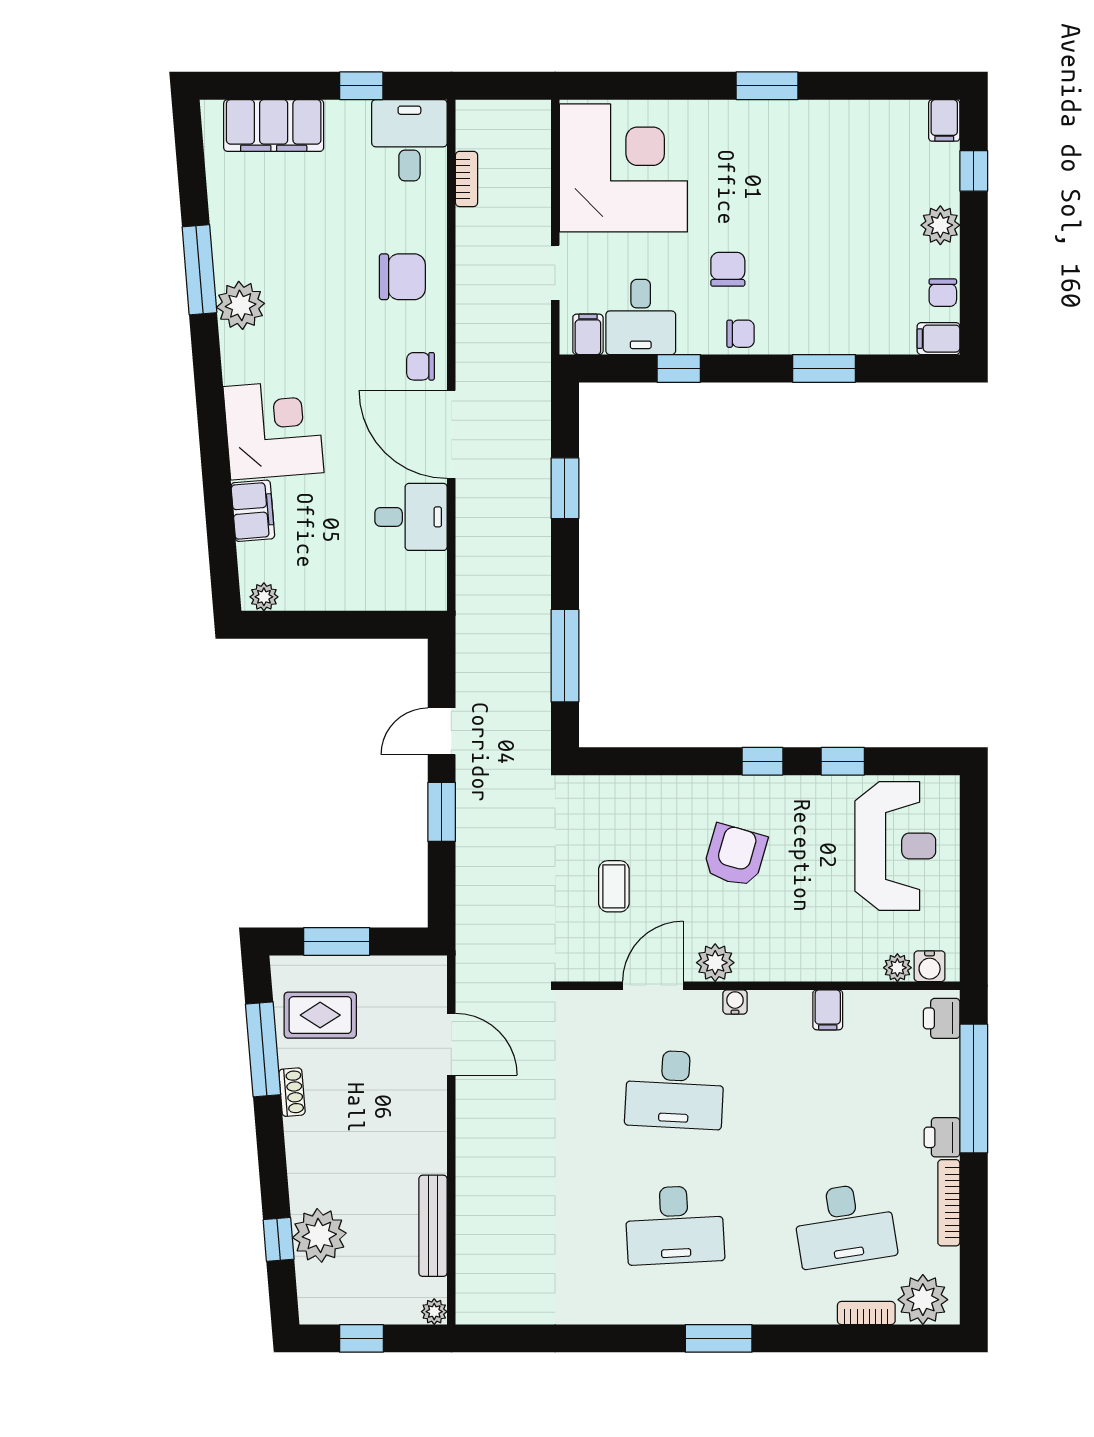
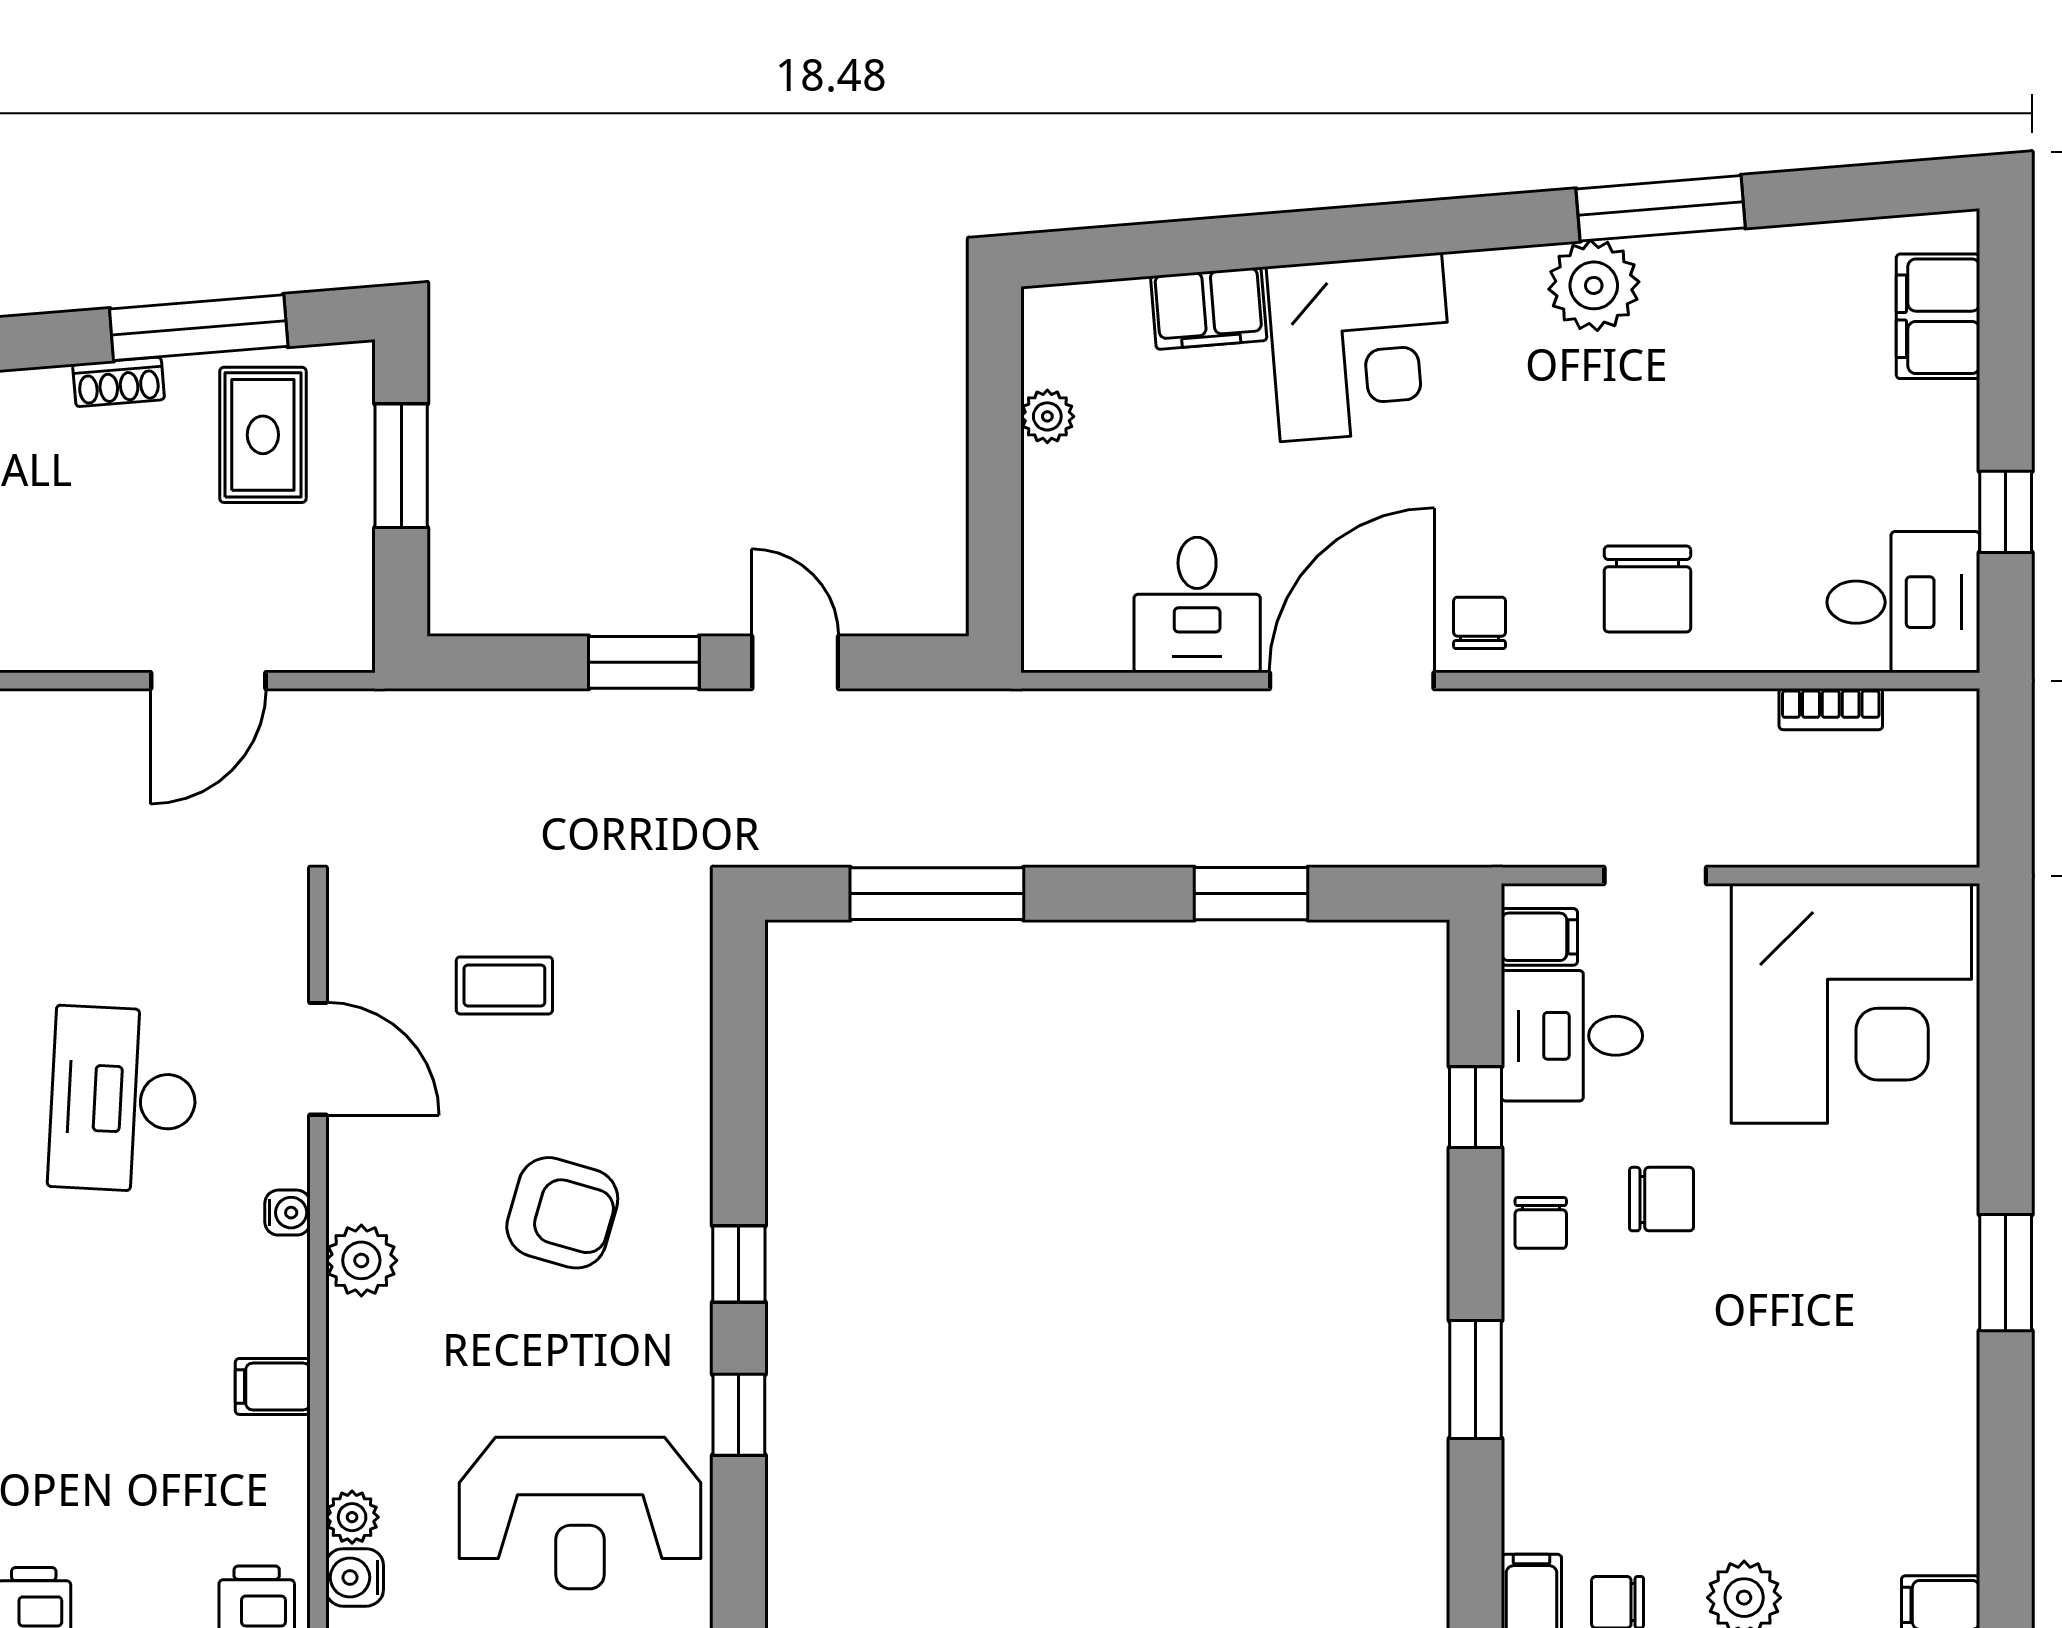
filing cabinet: (274, 126) -> (1938, 316), width x0.67, depth x0.86
plant: (264, 597) -> (1047, 416), moved
plant: (715, 963) -> (361, 1260), moved

